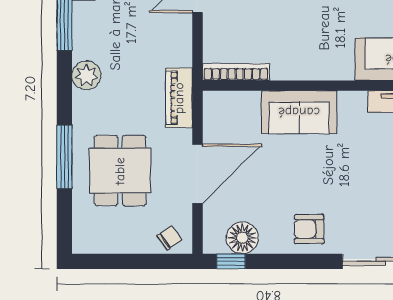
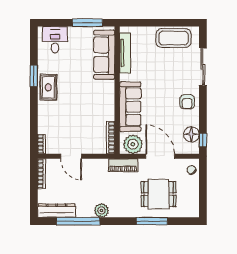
plant: (86, 75) -> (102, 210), moved
sofa: (299, 112) -> (130, 107), width x1.36
plant: (222, 118) -> (133, 144), added

